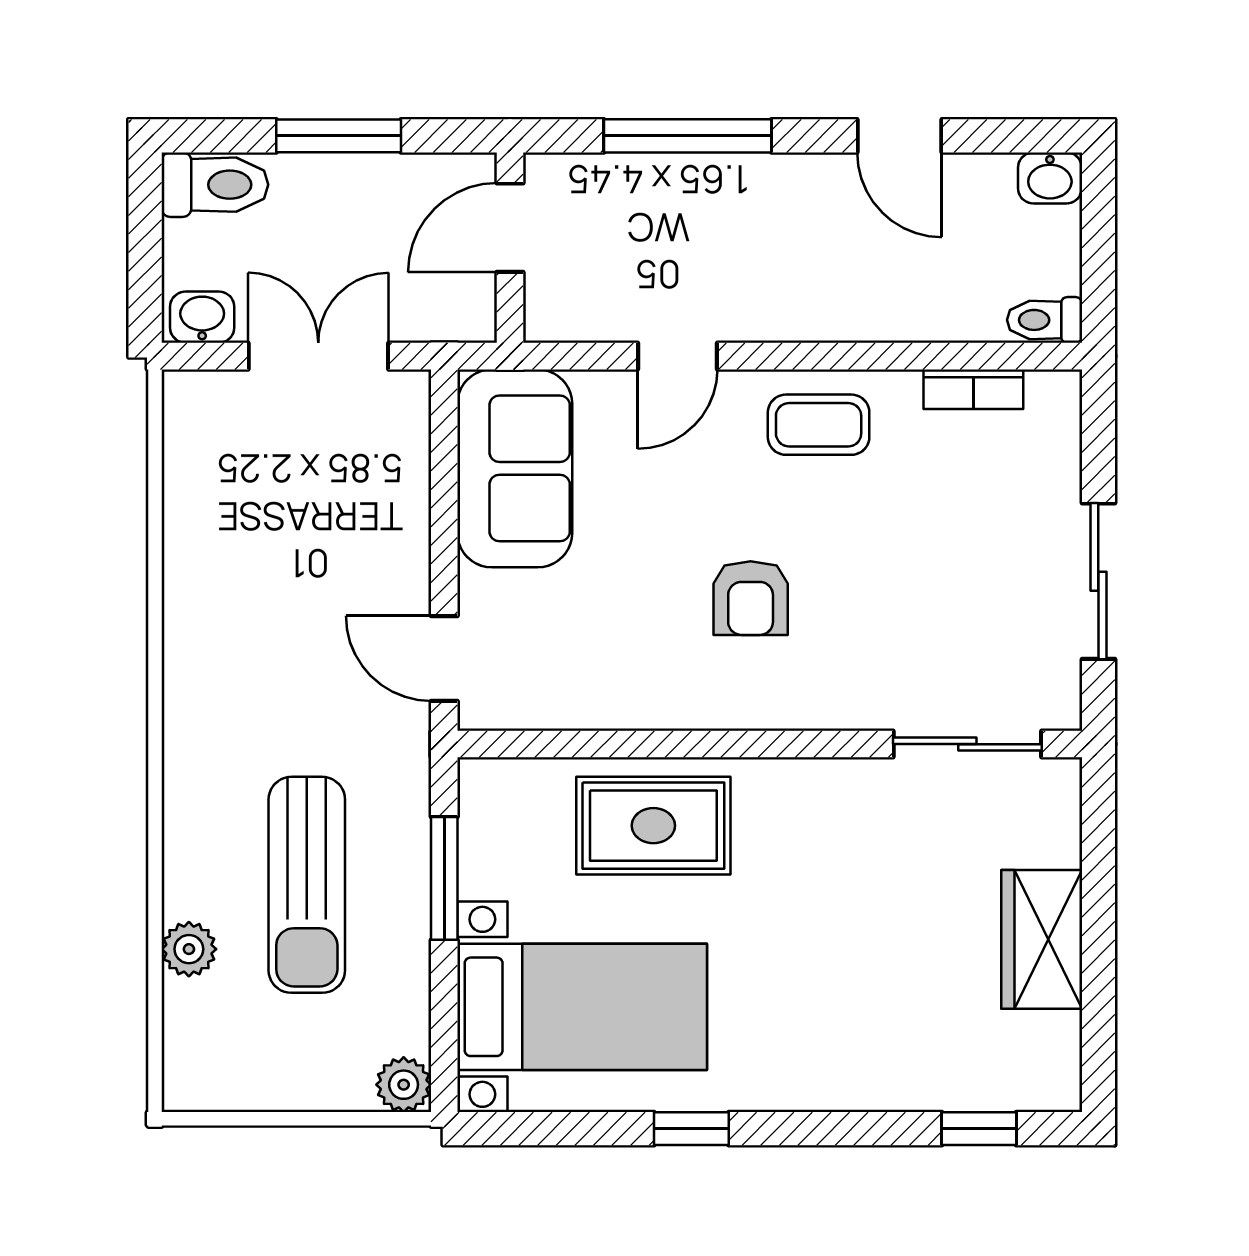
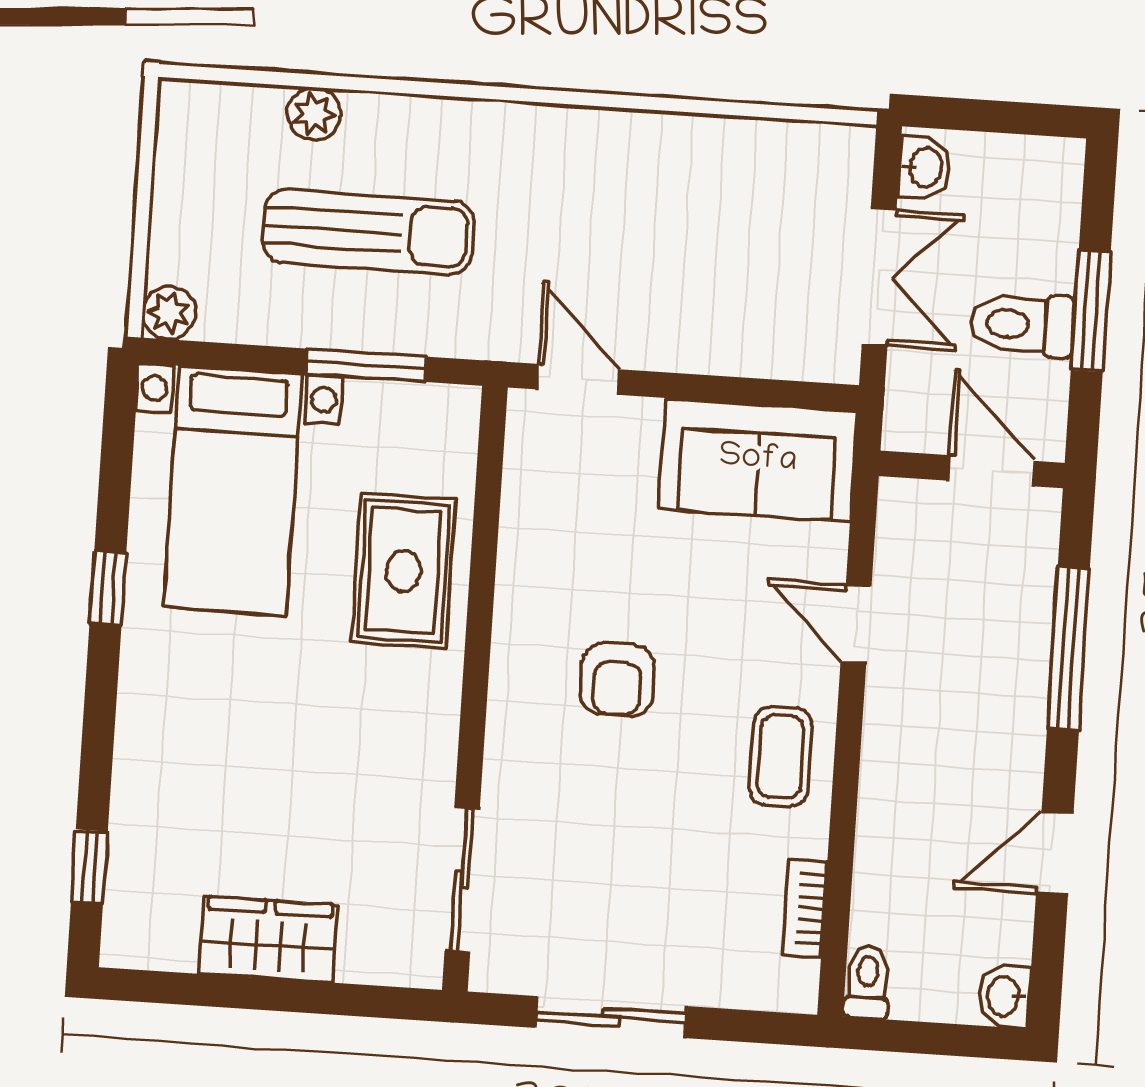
toilet: (215, 185) -> (1022, 325), moved, turned 90
armchair: (751, 598) -> (617, 680), turned -90
door: (444, 659) -> (579, 379), hinge flipped
sun lounger: (307, 885) -> (368, 232), turned 180

